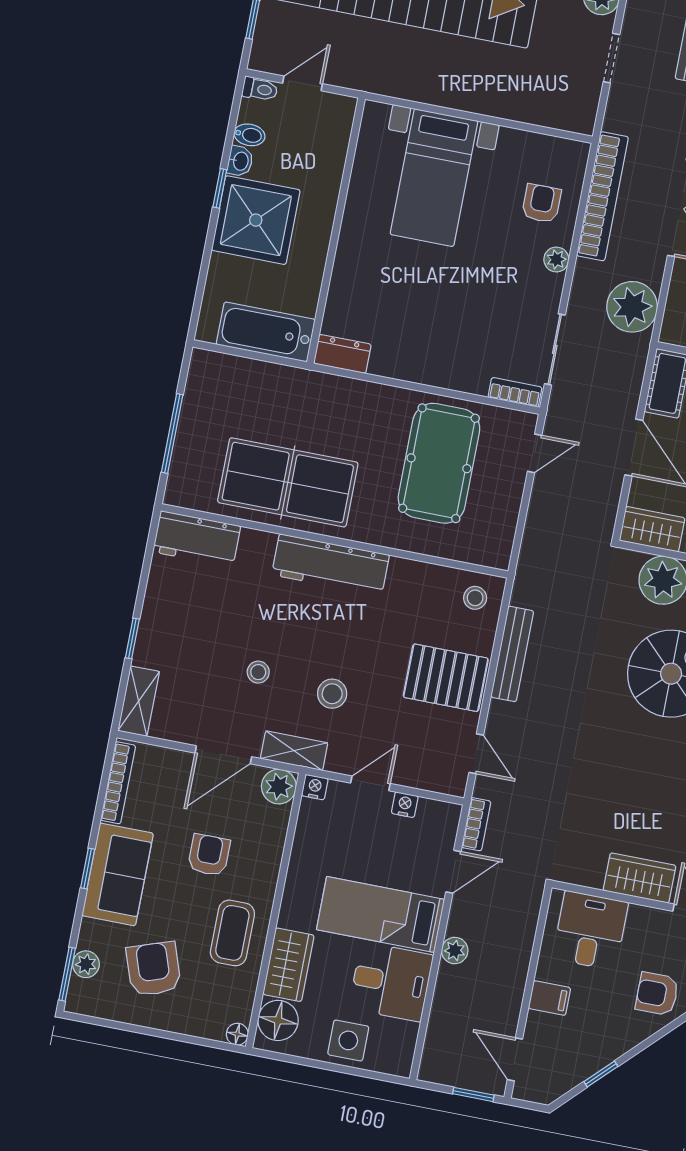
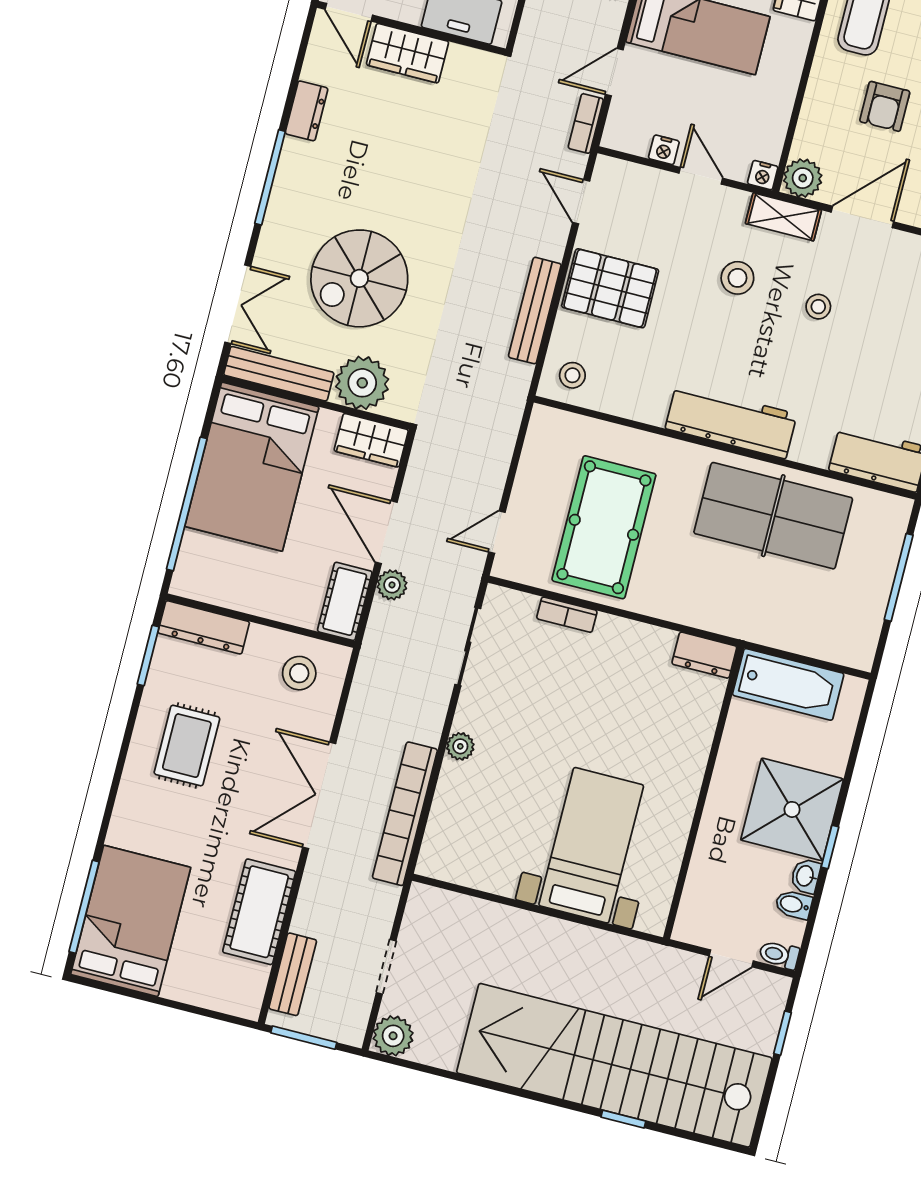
armchair: (541, 203) -> (473, 810), removed
plant: (632, 307) -> (392, 585), moved, width x0.53, depth x0.53
bookcase: (515, 392) -> (567, 615), moved
door: (370, 783) -> (701, 176), swing flipped

